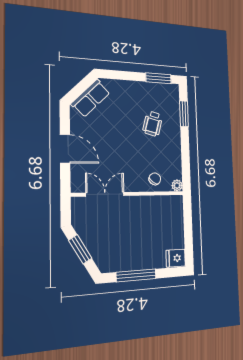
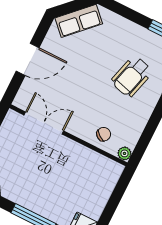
wheelchair: (153, 124) -> (132, 76), width x1.36, depth x1.37
door: (65, 149) -> (28, 59), hinge flipped

